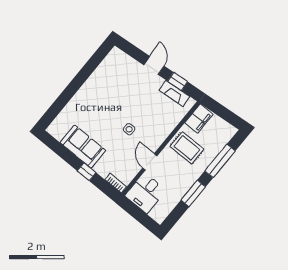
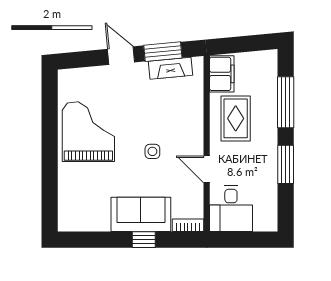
window: (178, 81) -> (163, 52), width x1.50
grand piano: (104, 91) -> (88, 132), added
sofa: (83, 146) -> (141, 214), moved
rug: (187, 148) -> (236, 118), turned 90

